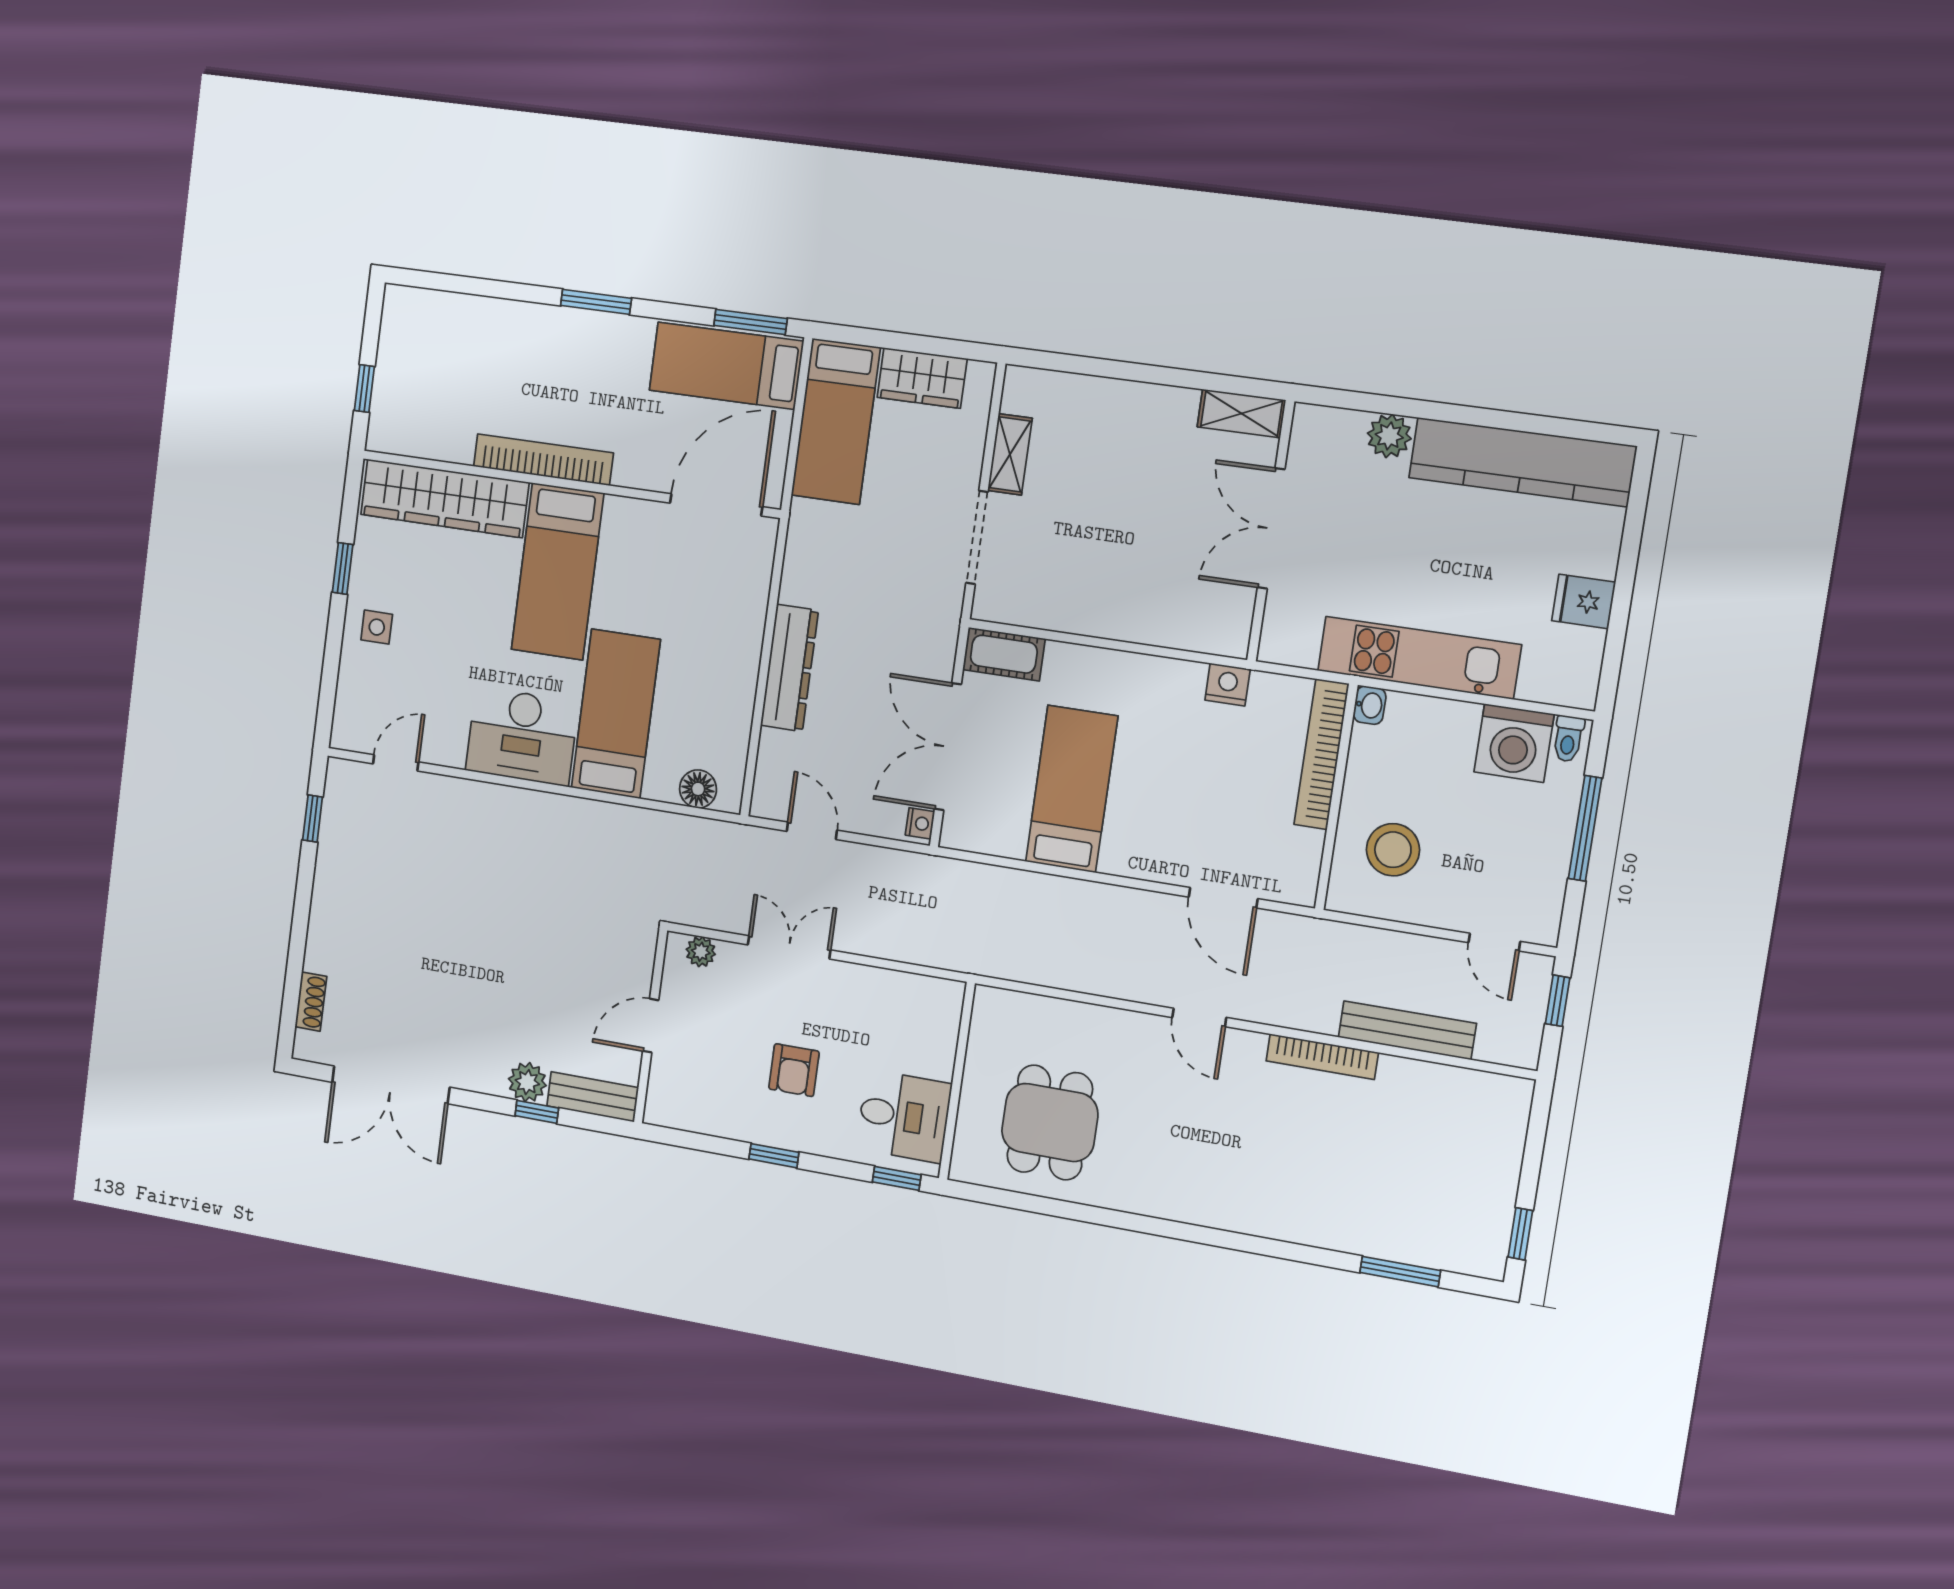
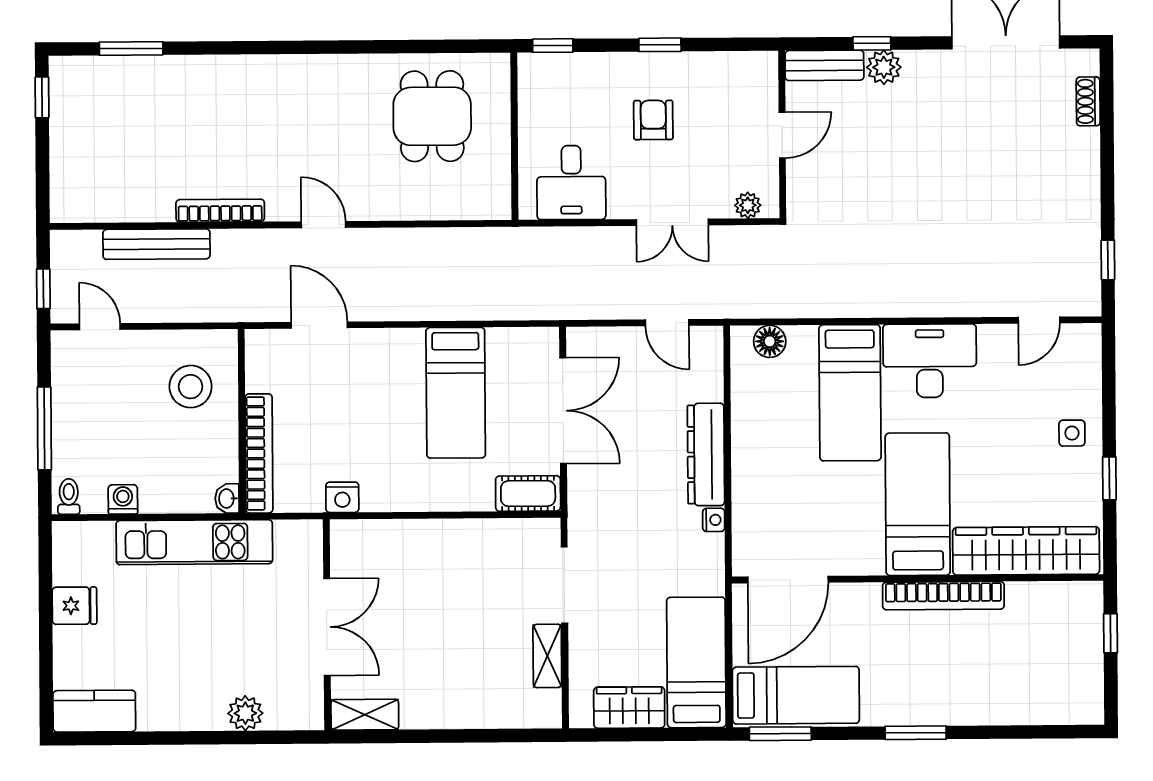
kitchen counter: (1522, 462) -> (94, 711), width x0.48, depth x0.86
washing machine: (1514, 743) -> (123, 499), width x0.53, depth x0.53
nightstand: (920, 823) -> (714, 520), moved, turned 180
desk: (904, 1116) -> (571, 183), moved, turned -90

